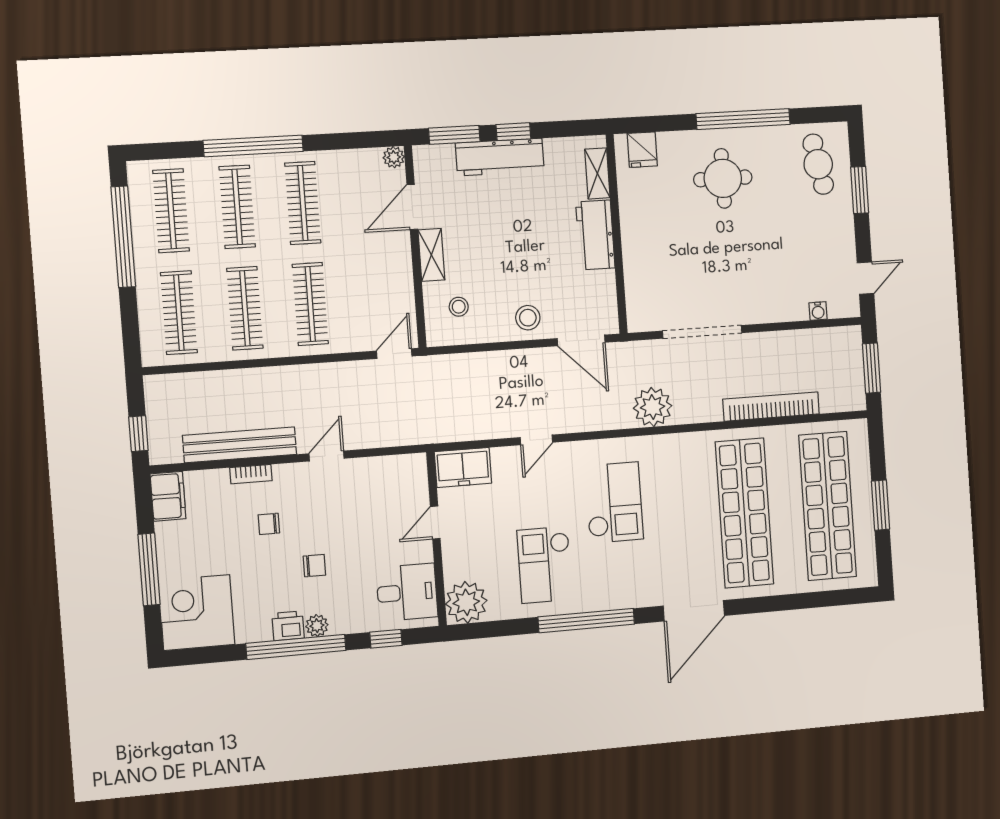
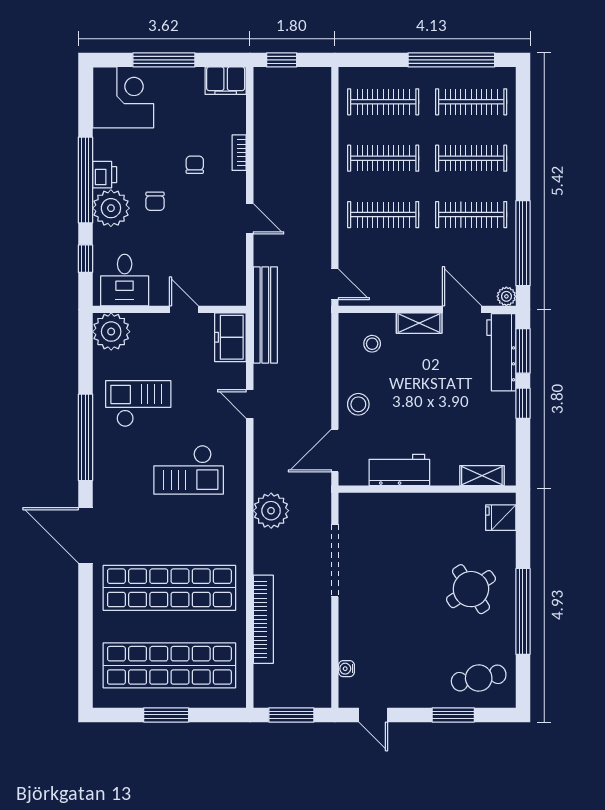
window: (253, 146) -> (523, 243), moved
workbench: (500, 157) -> (501, 352), moved
round table: (723, 178) -> (471, 589), turned -33
workbench: (595, 235) -> (399, 470), moved
bench: (240, 445) -> (265, 315), moved
plant: (317, 626) -> (111, 208), width x1.88, depth x1.88

